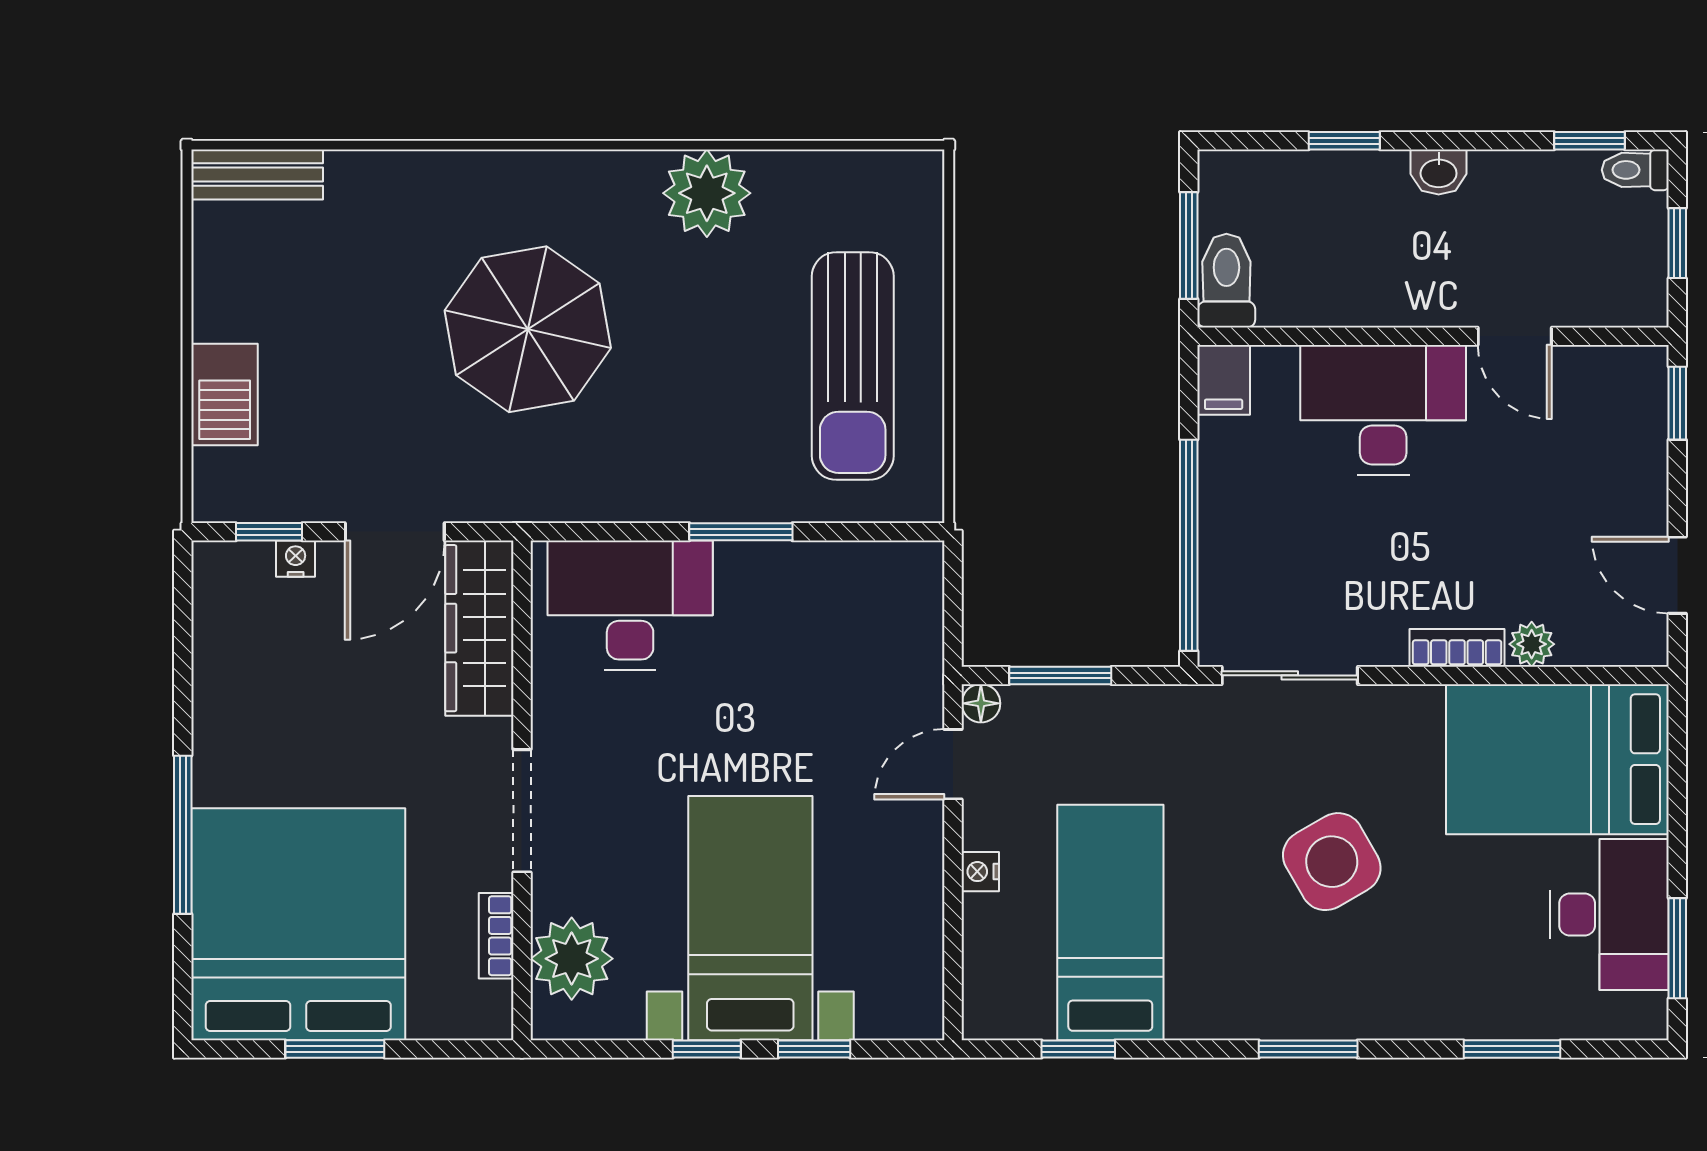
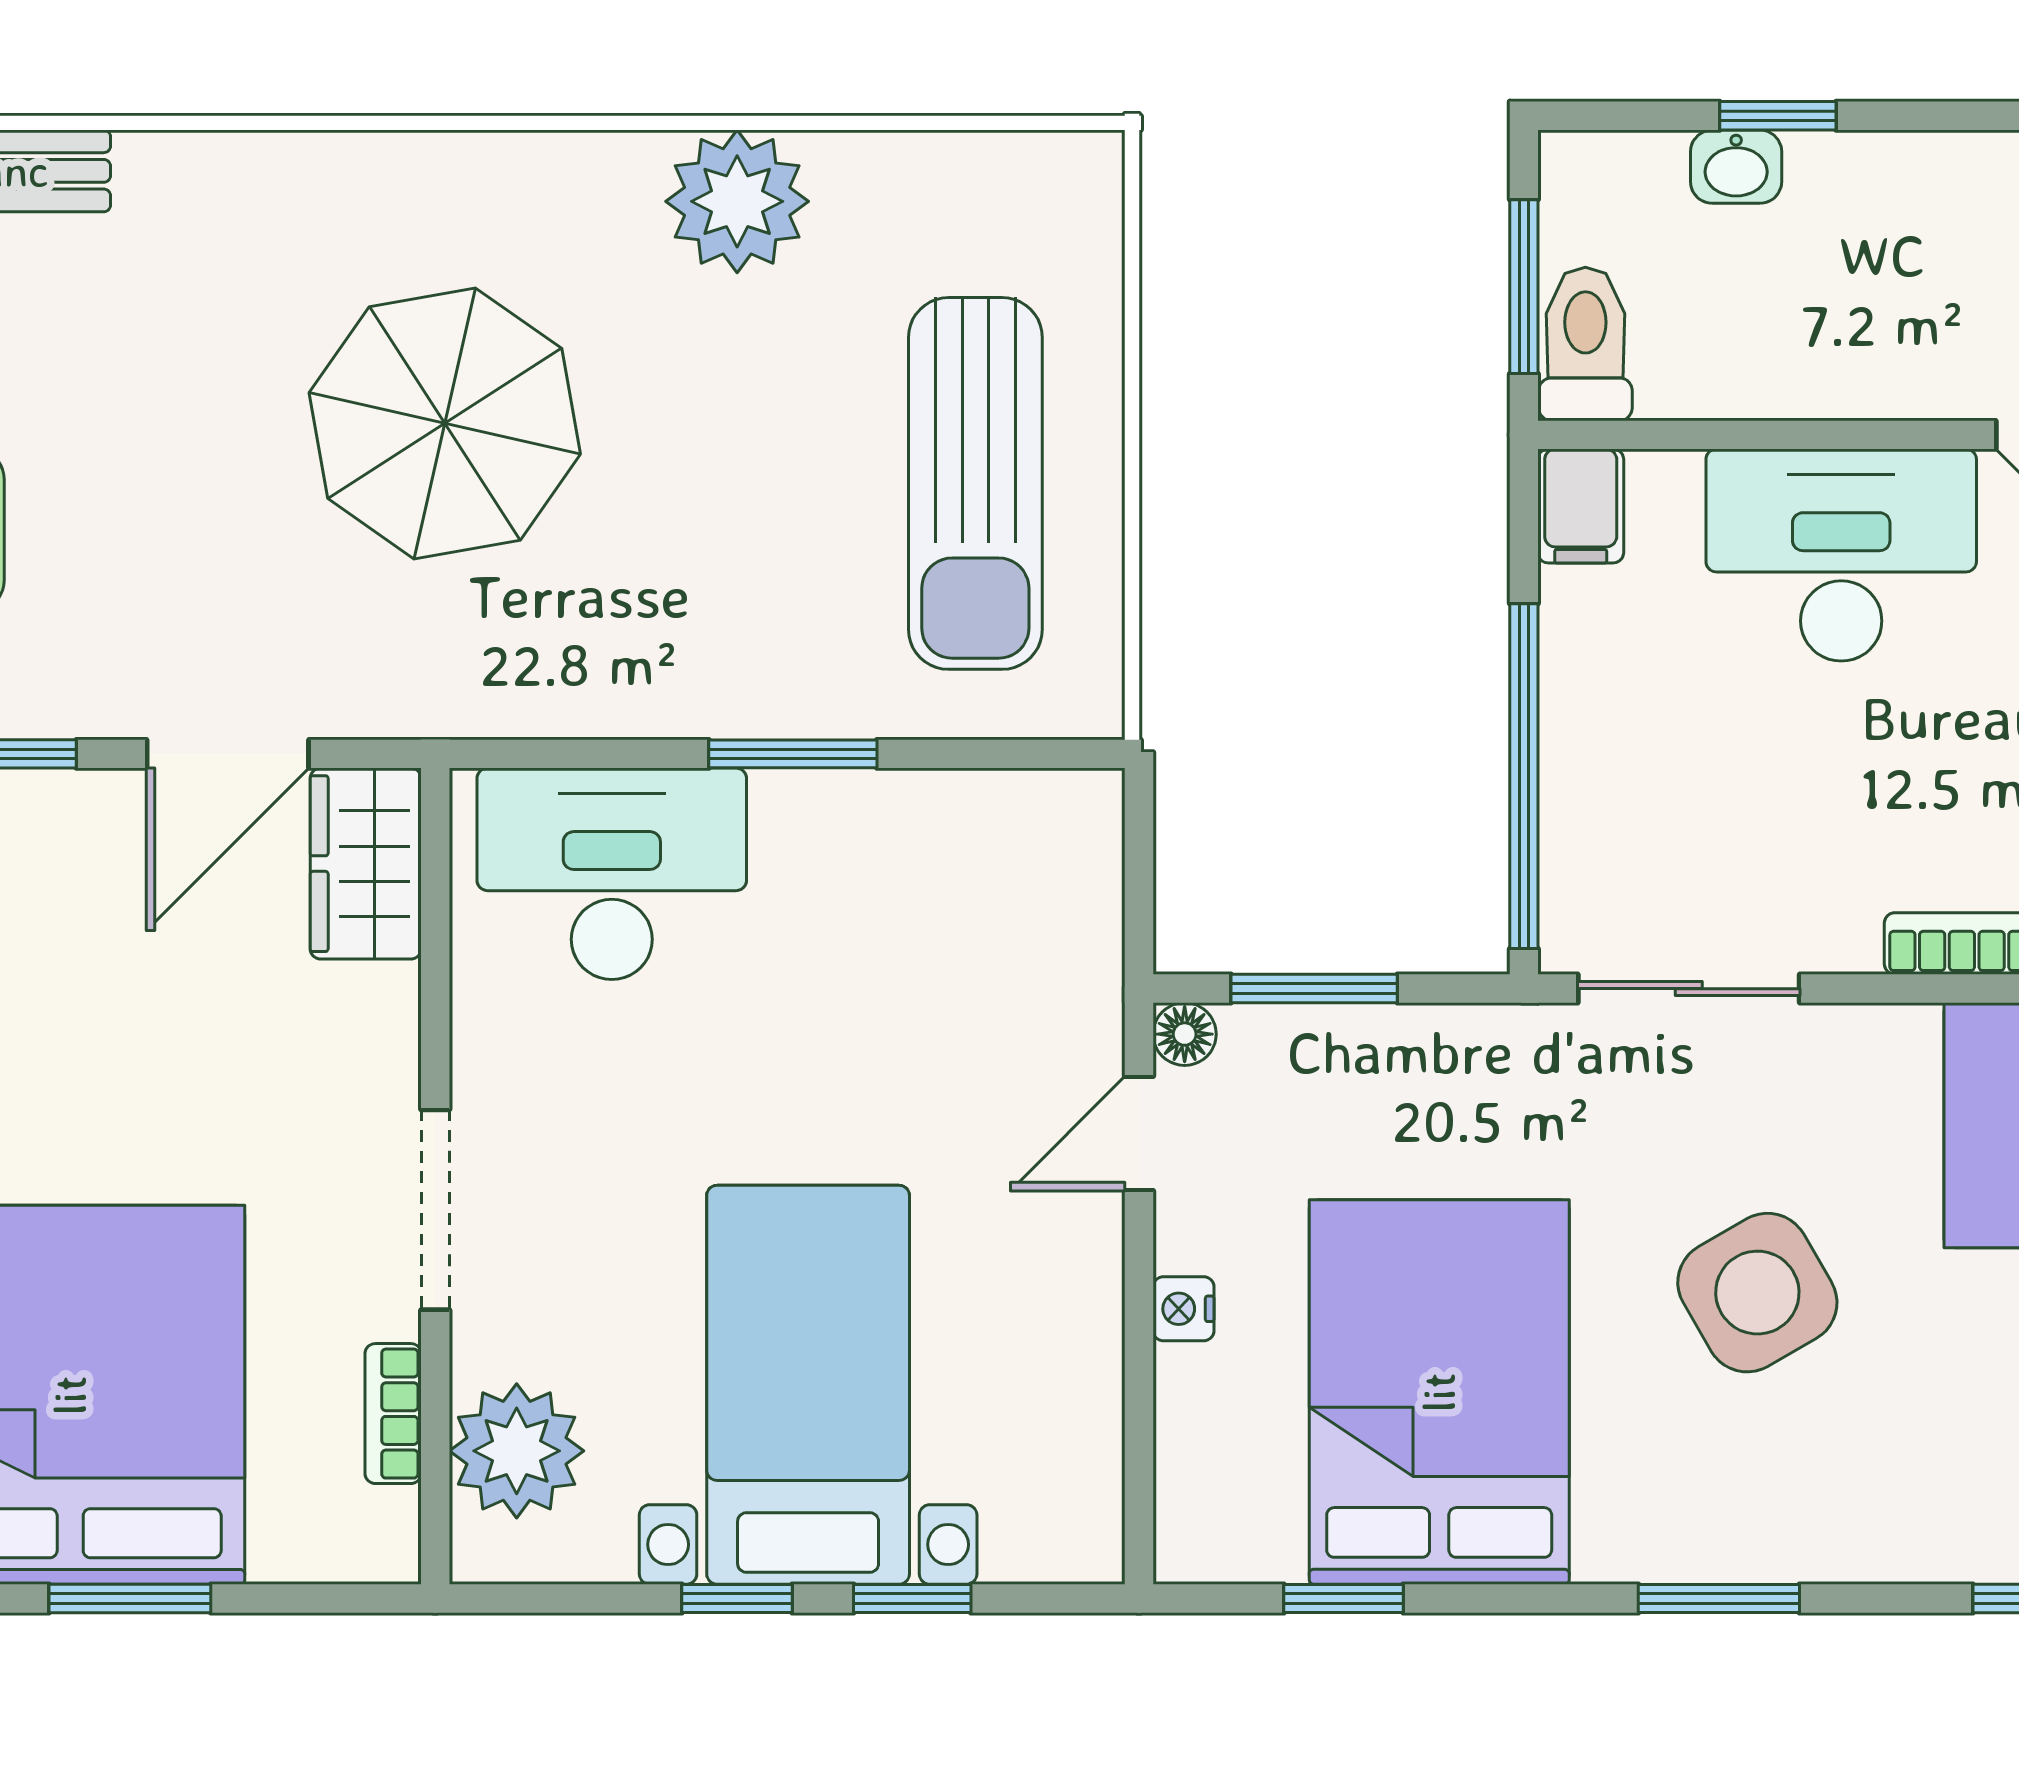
washbasin: (1439, 172) -> (1736, 167), moved
nightstand: (296, 559) -> (66, 798), removed
wardrobe: (479, 628) -> (366, 864), width x0.67
bed: (1110, 923) -> (1439, 1392), width x1.50

